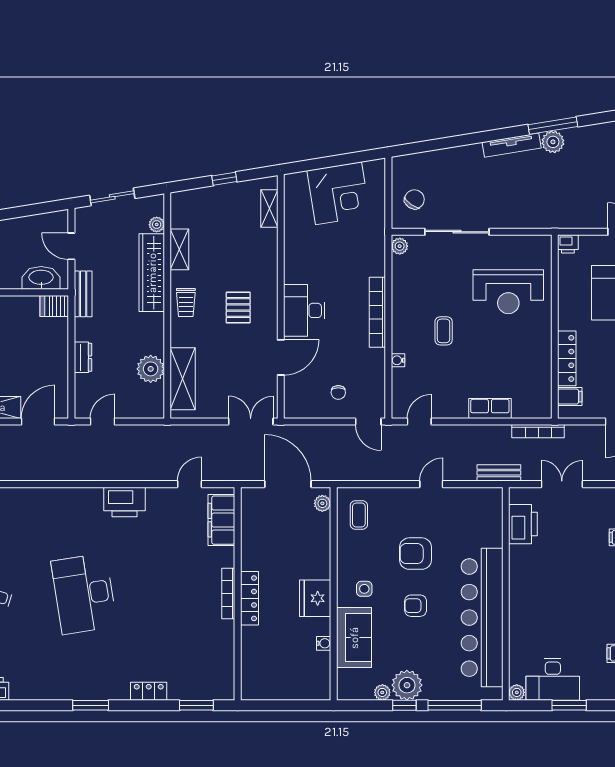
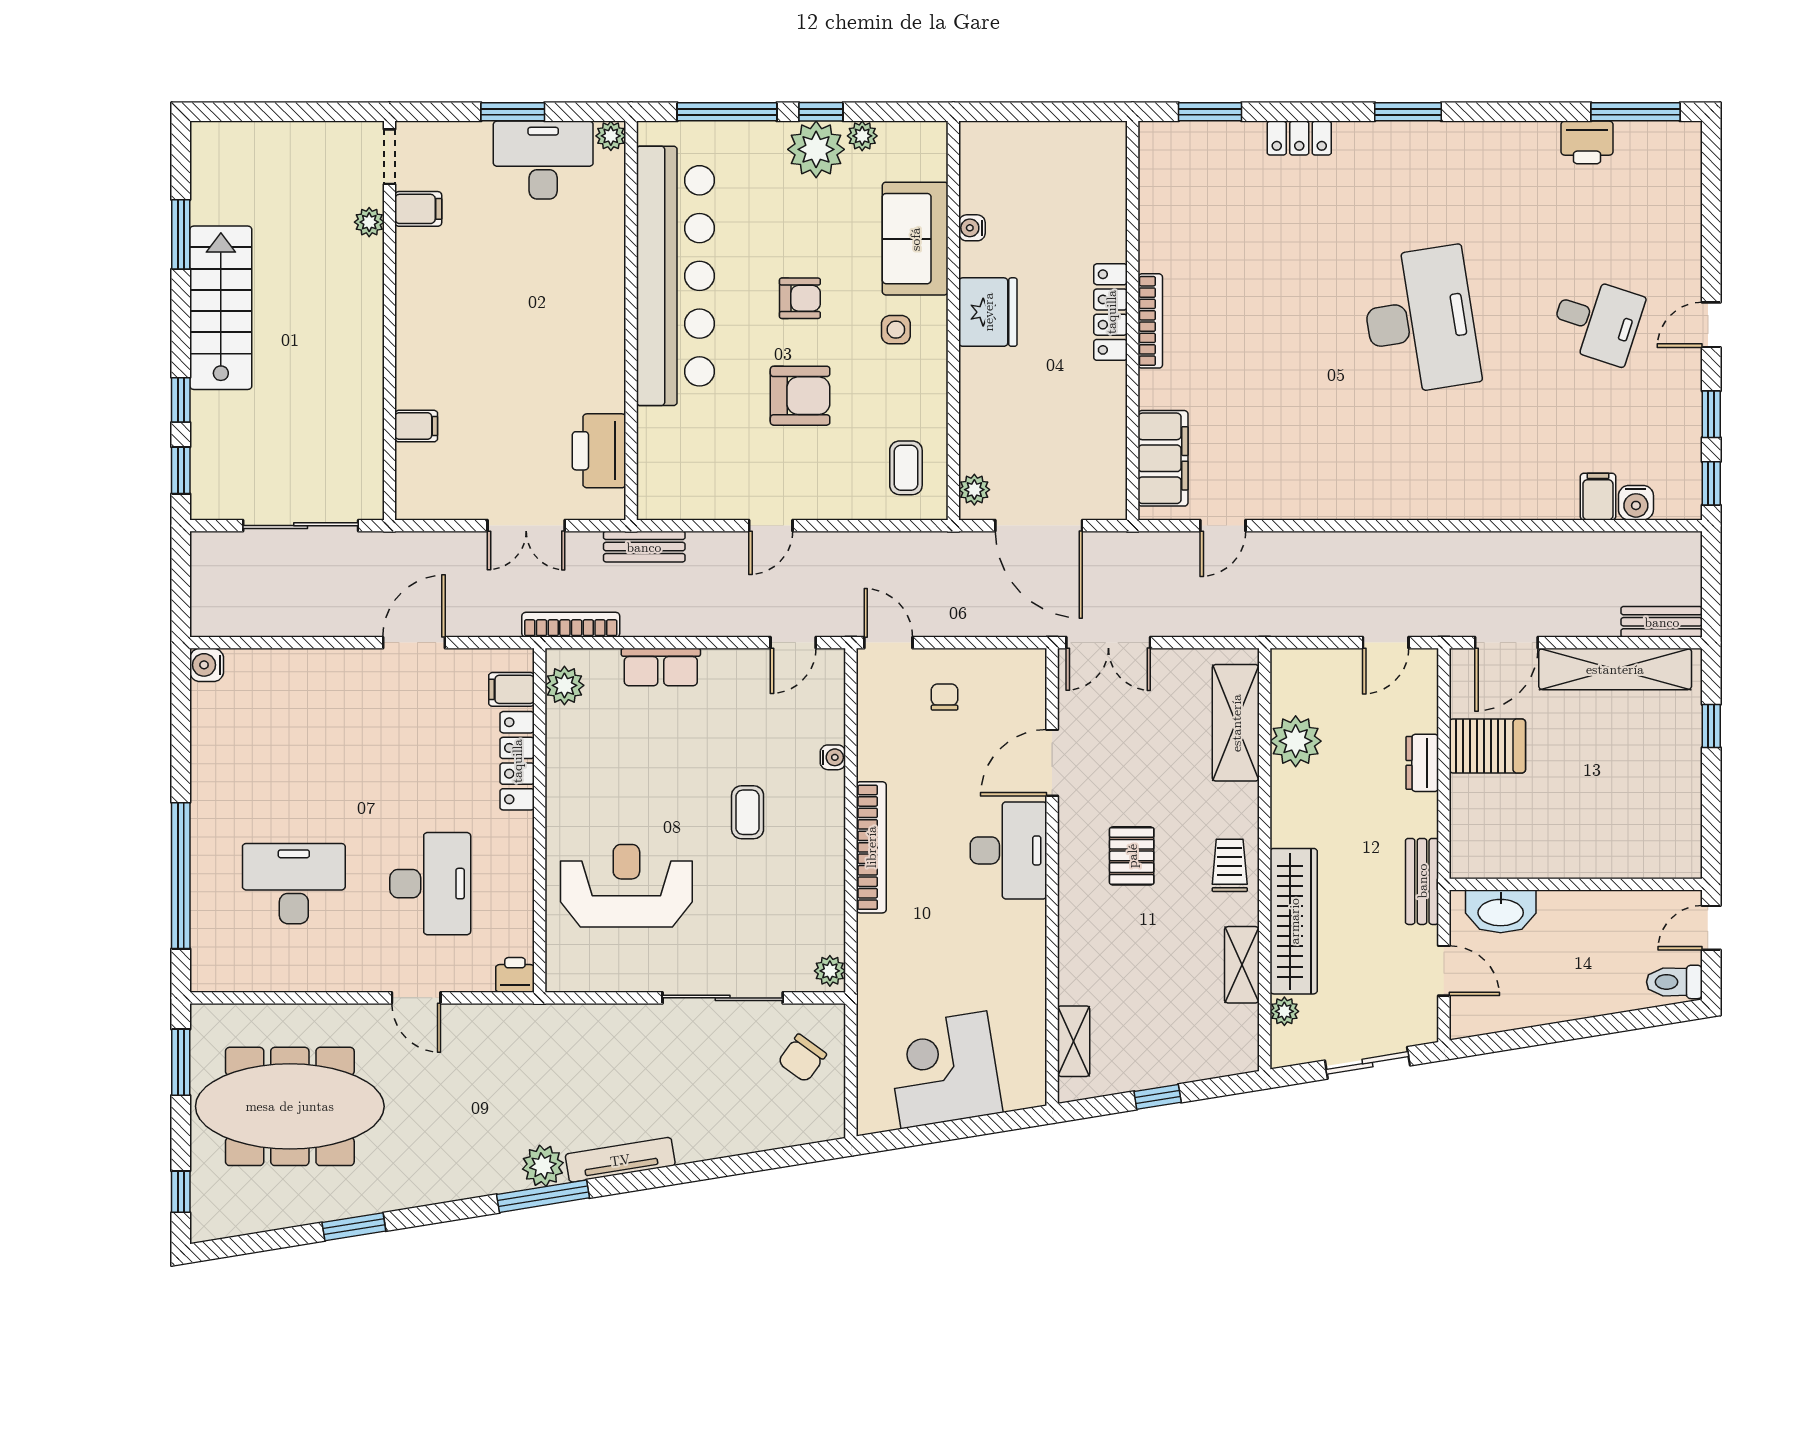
server rack: (54, 306) -> (1487, 746), moved, width x1.36, depth x1.44
plant: (541, 399) -> (564, 685), added
printer: (124, 502) -> (1345, 492), removed

